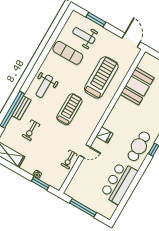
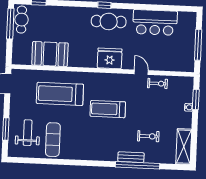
weight bench: (84, 36) -> (28, 133), turned 180
weight bench: (44, 86) -> (98, 146), removed
fridge: (105, 135) -> (110, 58), width x1.88, depth x1.34

